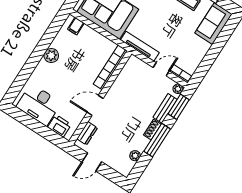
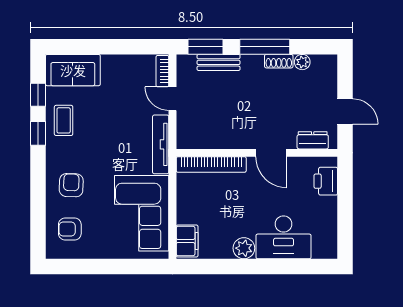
filing cabinet: (76, 26) -> (187, 241), width x2.00
plant: (178, 89) -> (183, 62), removed
desk: (39, 105) -> (284, 237), moved, turned 90
shoe rack: (152, 130) -> (279, 61), moved

